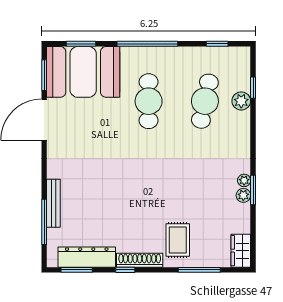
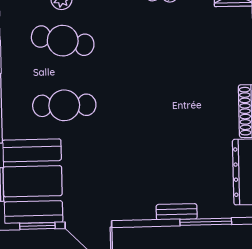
bench: (53, 203) -> (177, 212), width x0.73
rug: (178, 240) -> (223, 68), removed

